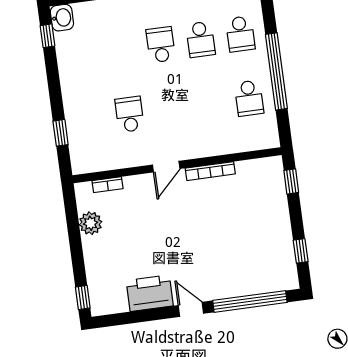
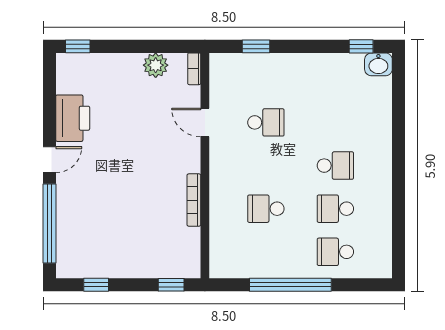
school desk: (249, 98) -> (266, 209), moved
door: (166, 167) -> (205, 122), moved
bookcase: (108, 185) -> (194, 69), moved

